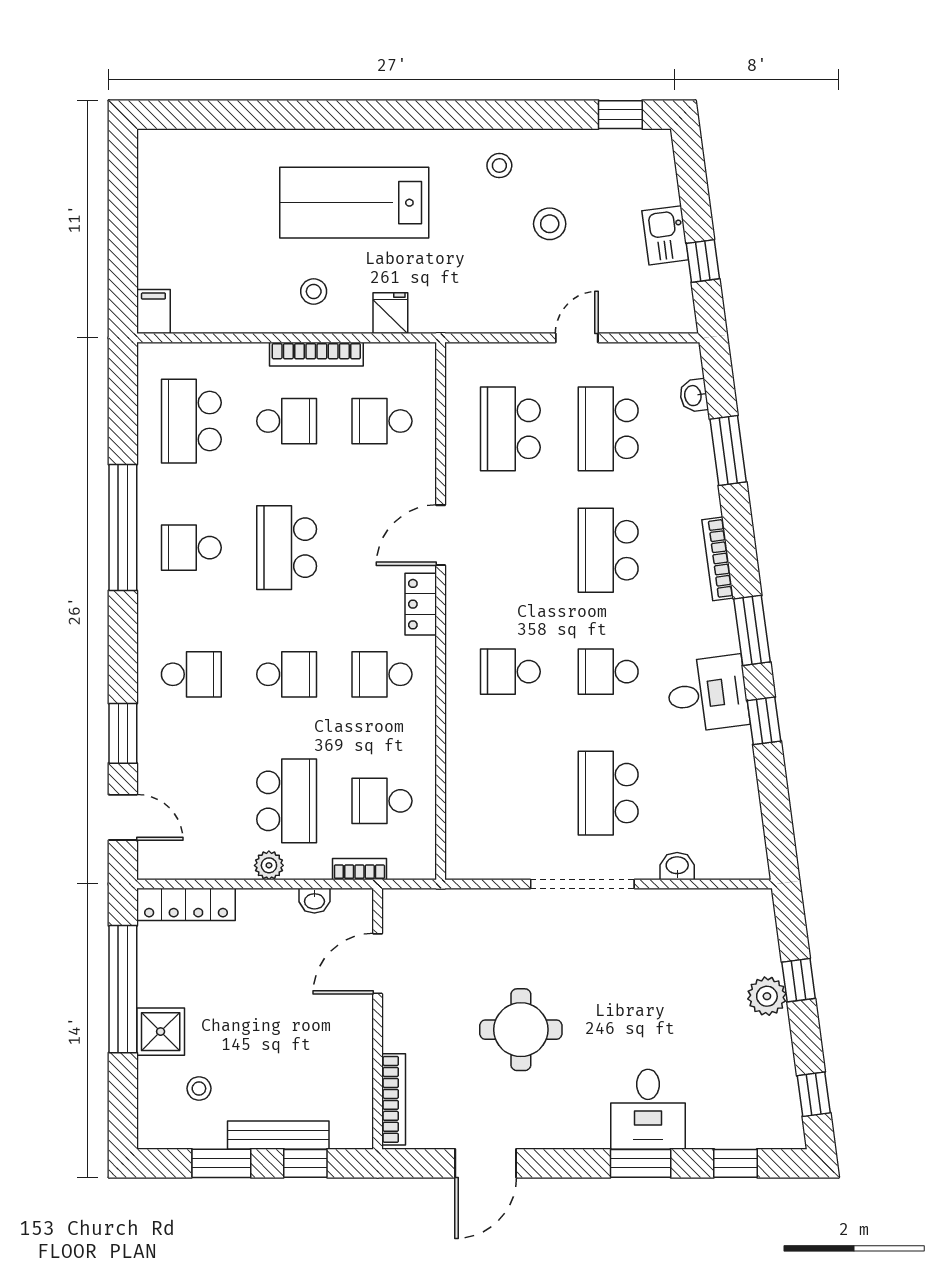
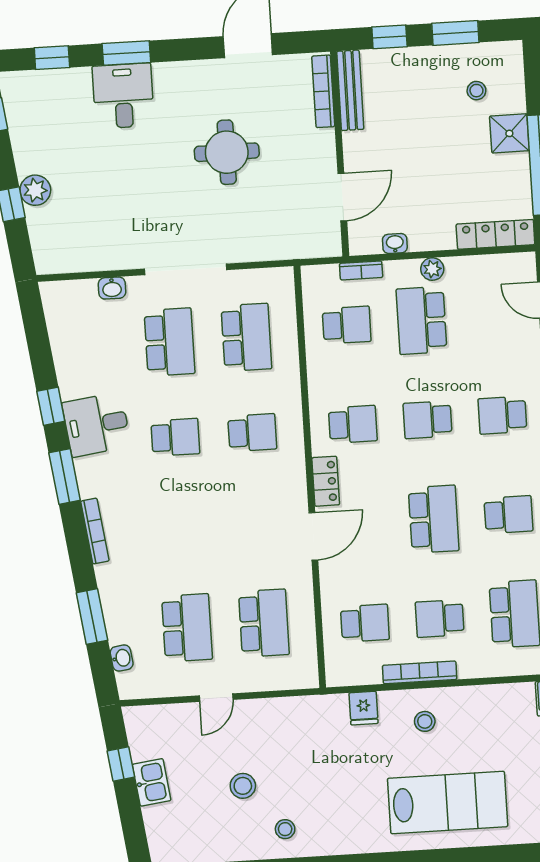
lab bench: (354, 203) -> (448, 802), moved
school desk: (608, 550) -> (246, 337), moved
bench: (278, 1135) -> (350, 90), moved, turned 90

